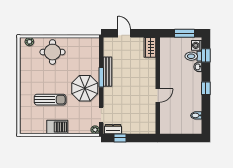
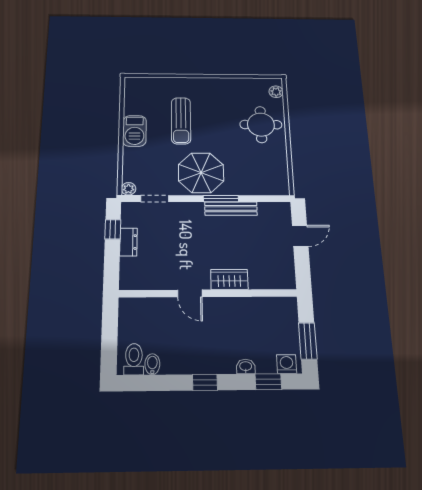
wardrobe: (150, 47) -> (229, 279), moved
toilet: (193, 56) -> (134, 359), moved
dresser: (113, 129) -> (128, 242), moved

